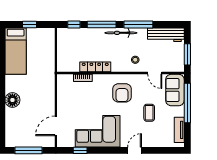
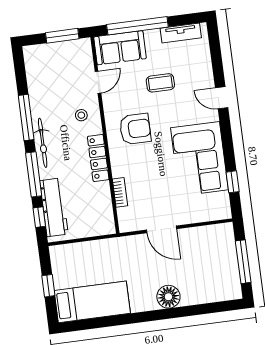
workbench: (166, 35) -> (54, 207), moved
locker: (95, 67) -> (98, 158), moved
door: (56, 126) -> (162, 229), moved

